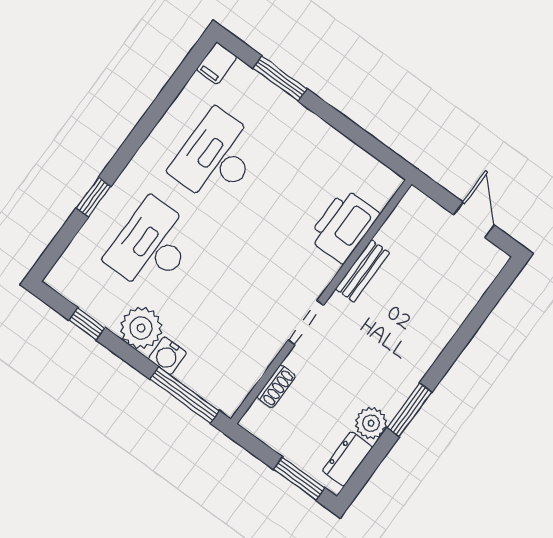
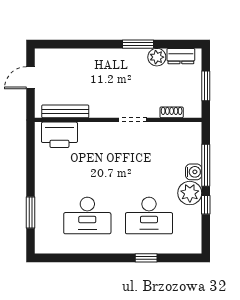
filing cabinet: (217, 63) -> (45, 246), removed
printer: (344, 226) -> (59, 135), moved
bench: (362, 271) -> (65, 111), moved, width x1.36
window: (87, 324) -> (206, 205), moved
window: (185, 395) -> (206, 165), moved
window: (299, 479) -> (206, 86), moved

